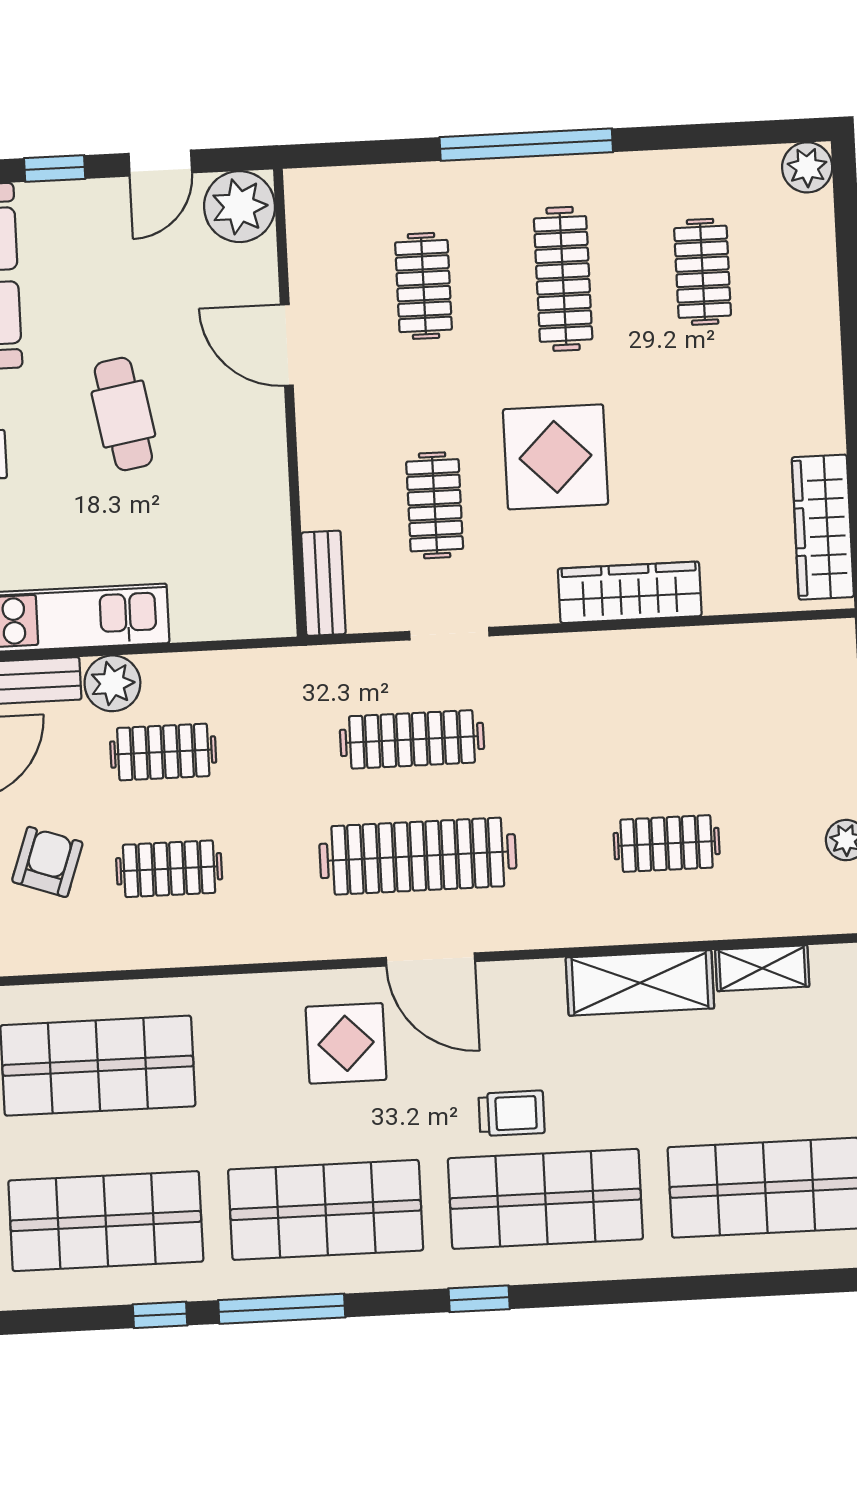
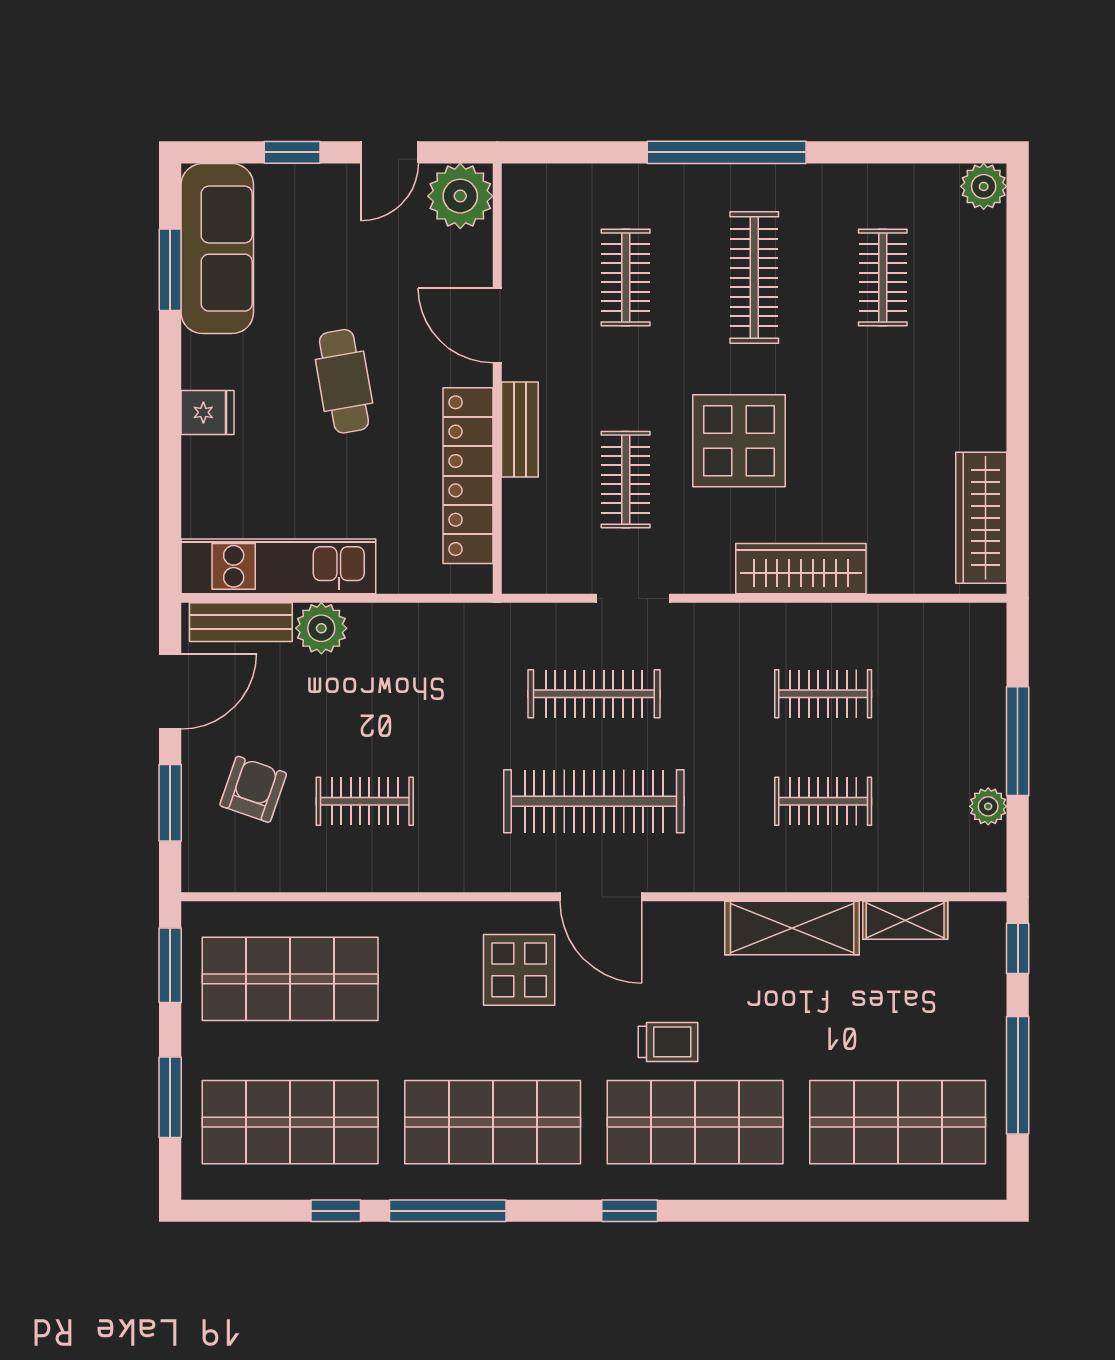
locker: (263, 510) -> (468, 476), added
bench: (323, 583) -> (520, 429), moved
clothes rail: (163, 752) -> (823, 694), moved

